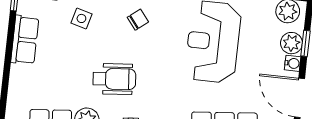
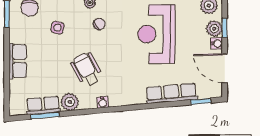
row of seats: (25, 40) -> (18, 61), moved
wheelchair: (114, 79) -> (87, 70), turned -113

